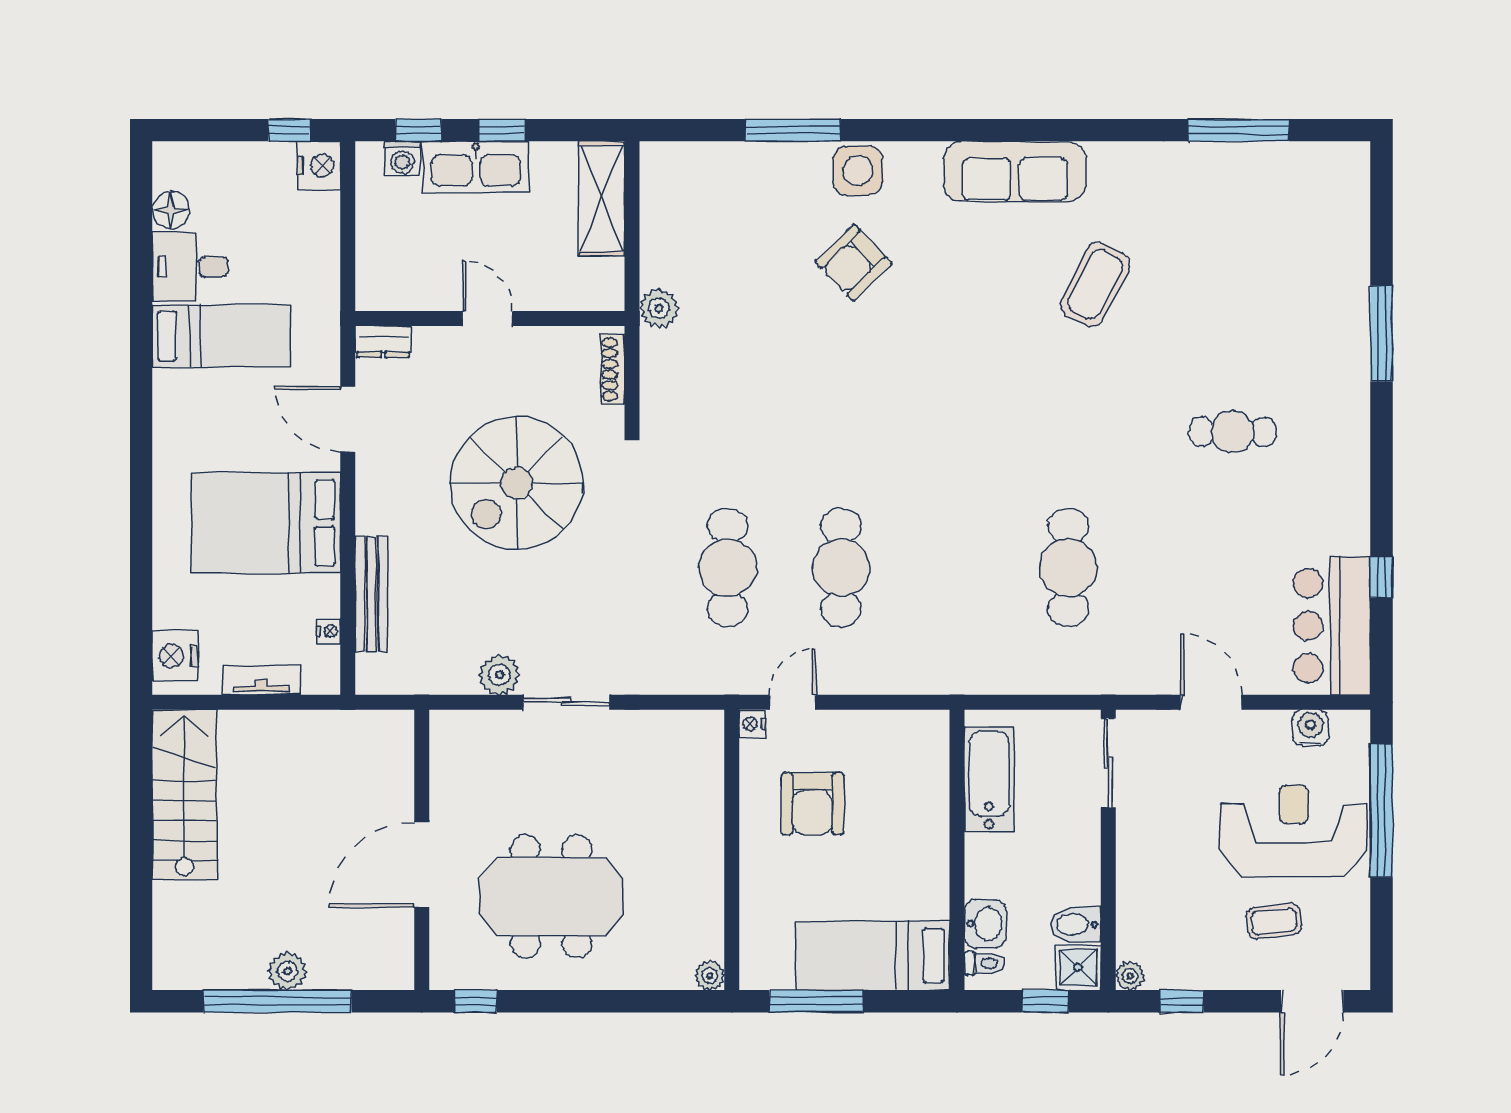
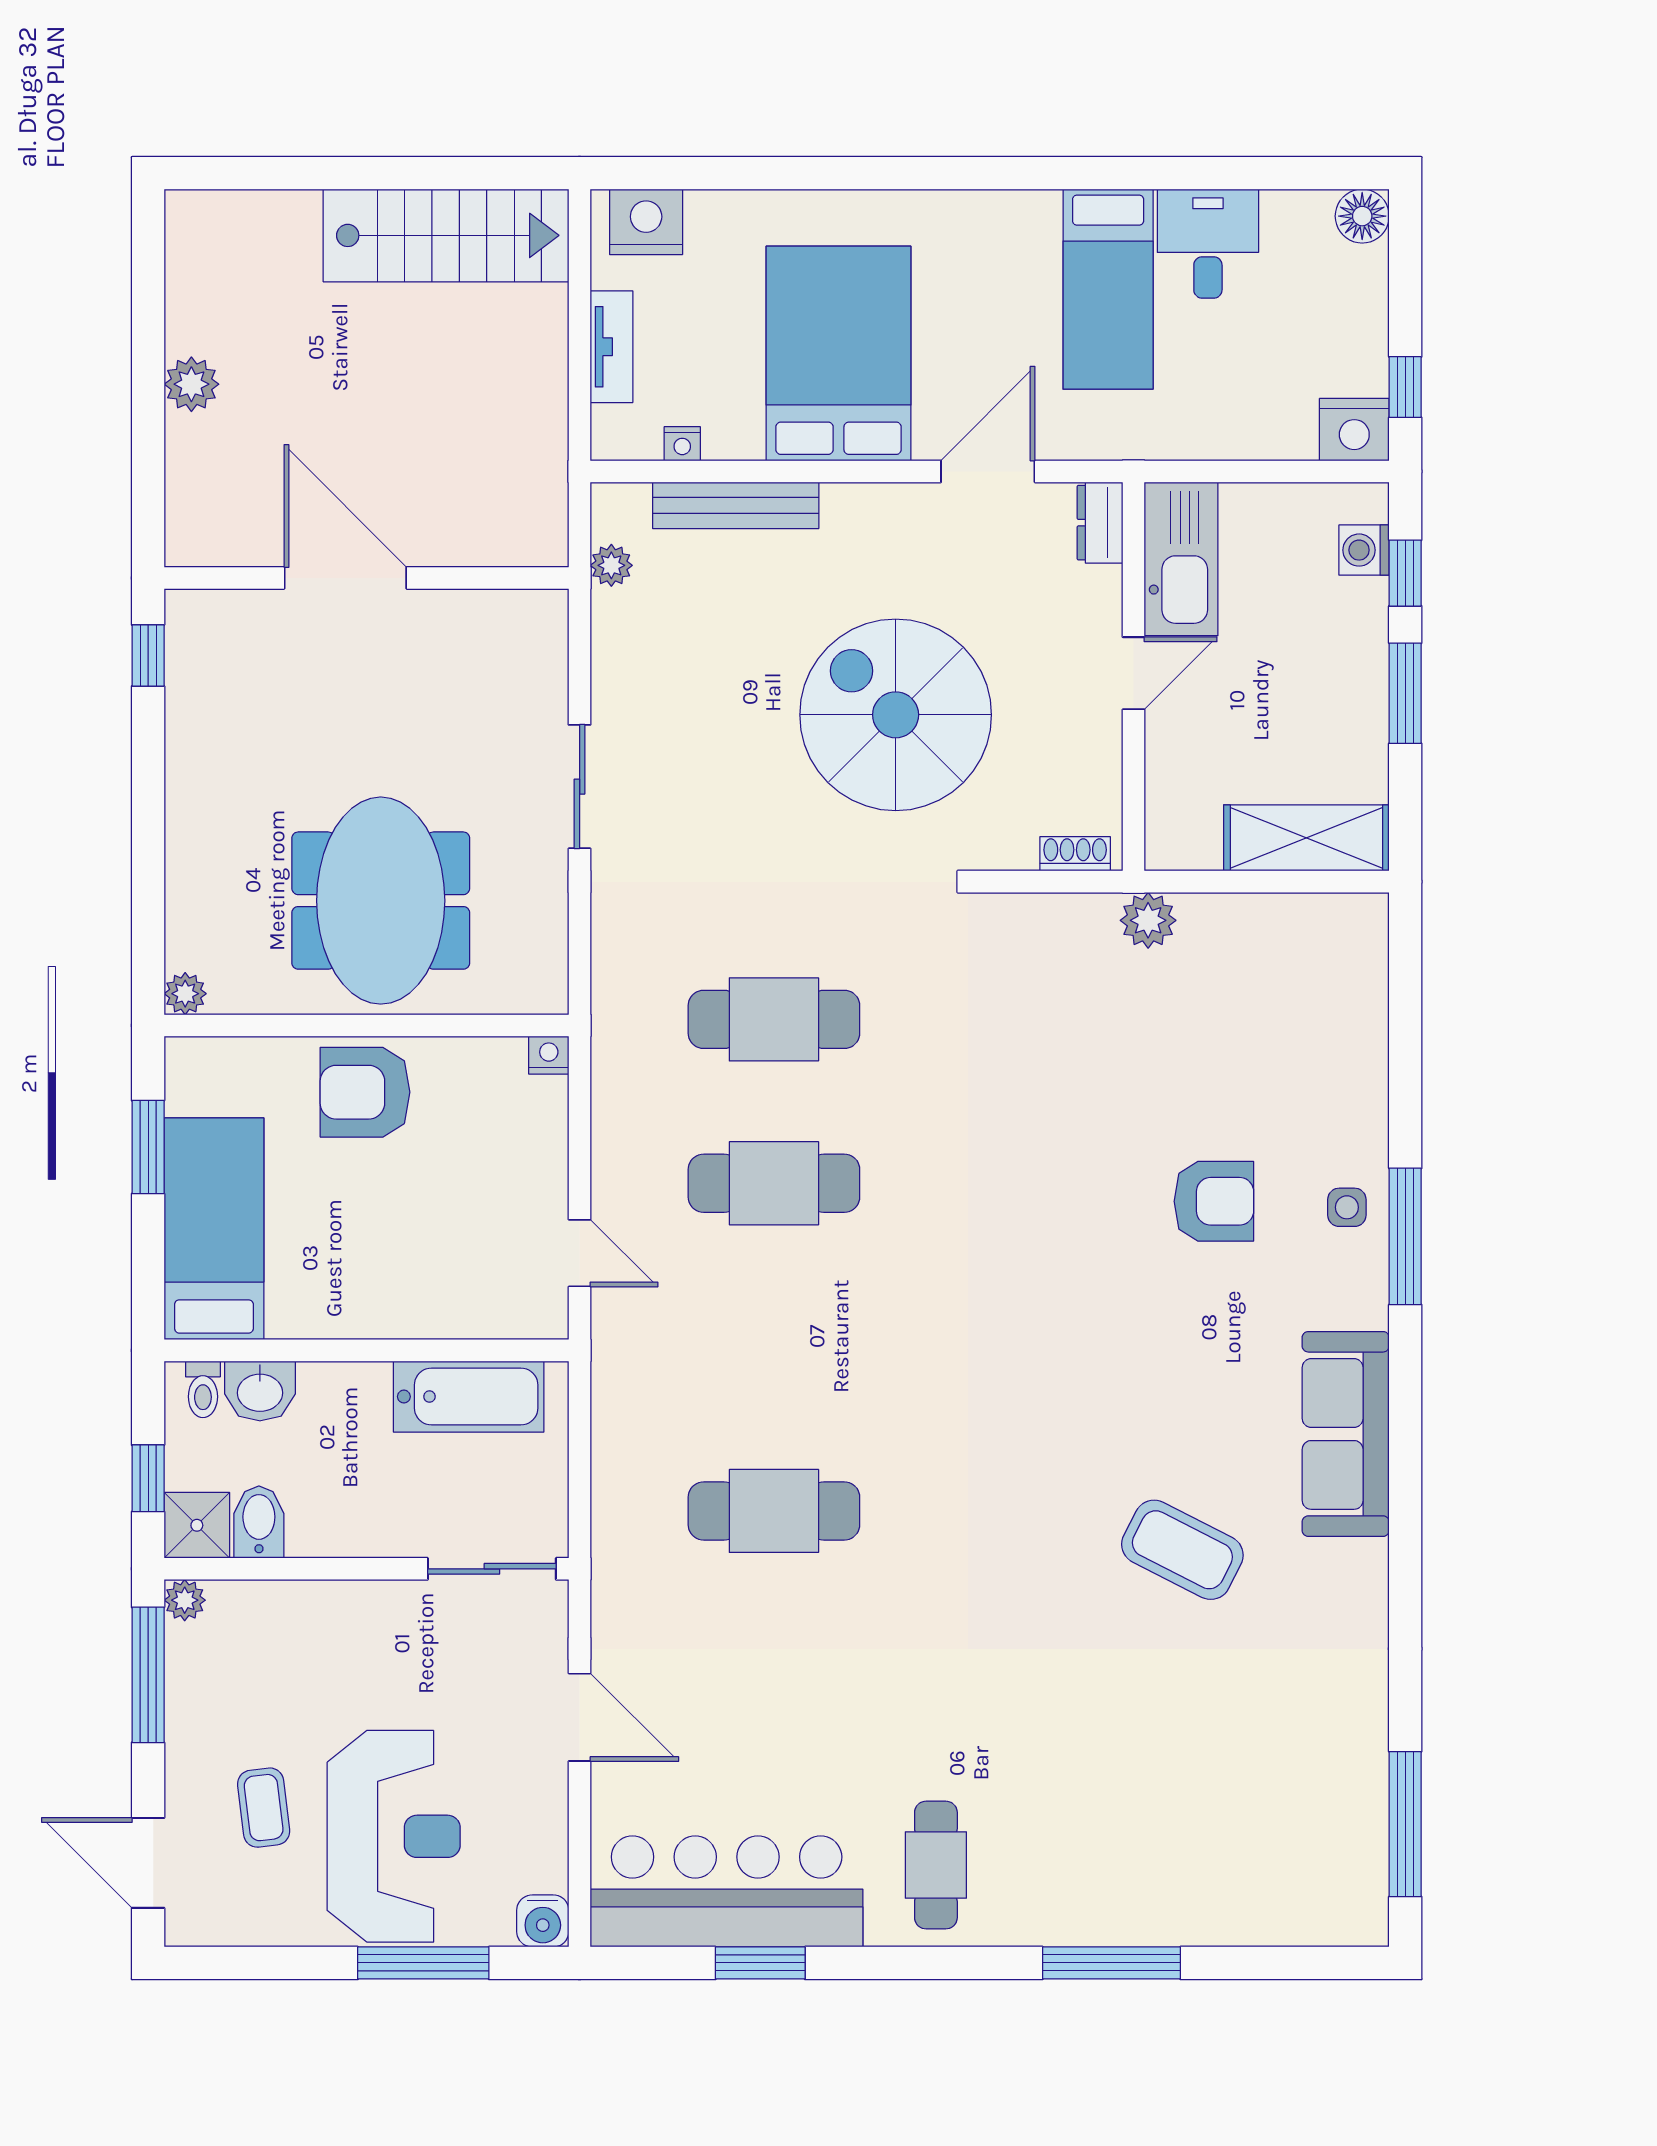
window: (502, 130) -> (1405, 693), width x1.50
window: (793, 130) -> (1405, 1236), moved
window: (1239, 130) -> (1405, 1824), moved
kitchen sink: (476, 167) -> (1181, 559), moved, turned 180
side table: (858, 171) -> (1347, 1207), width x0.54, depth x0.54
floor lamp: (171, 210) -> (1362, 216), moved
armchair: (854, 263) -> (1214, 1201), turned 134
shoe rack: (613, 369) -> (1075, 854), width x0.70
cafe table: (1233, 432) -> (936, 1865), moved
window: (1381, 577) -> (760, 1963), width x1.50
bar counter: (1332, 626) -> (727, 1891), width x1.36
plant: (499, 675) -> (611, 565), moved, width x0.73, depth x0.73
door: (792, 702) -> (580, 1253), moved
door: (1211, 702) -> (580, 1717), hinge flipped
water cooler: (1310, 728) -> (543, 1921), moved, turned 90
armchair: (813, 804) -> (365, 1092), moved
window: (1381, 811) -> (423, 1963), width x0.68
meeting table: (551, 896) -> (381, 901), moved
window: (278, 1001) -> (148, 370), removed
window: (816, 1001) -> (148, 1147), width x0.69
window: (1182, 1001) -> (148, 1675), width x2.17

